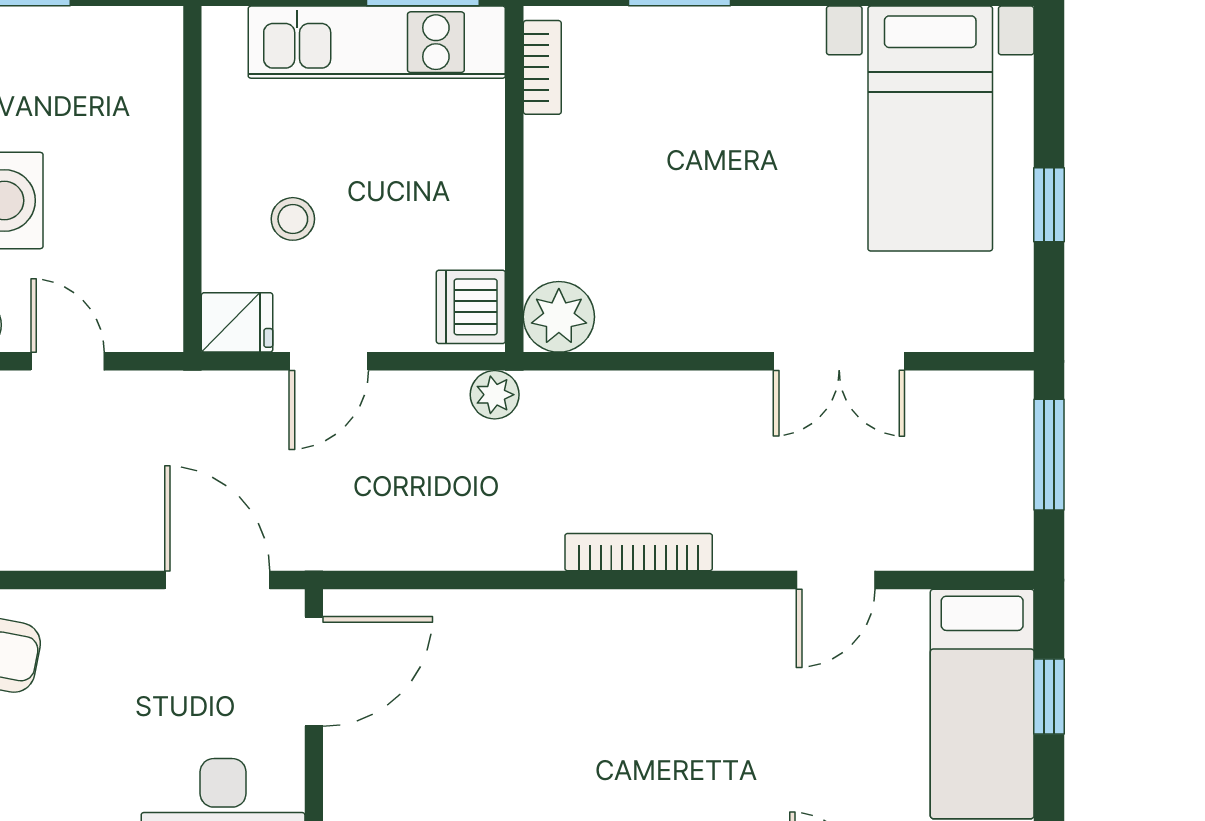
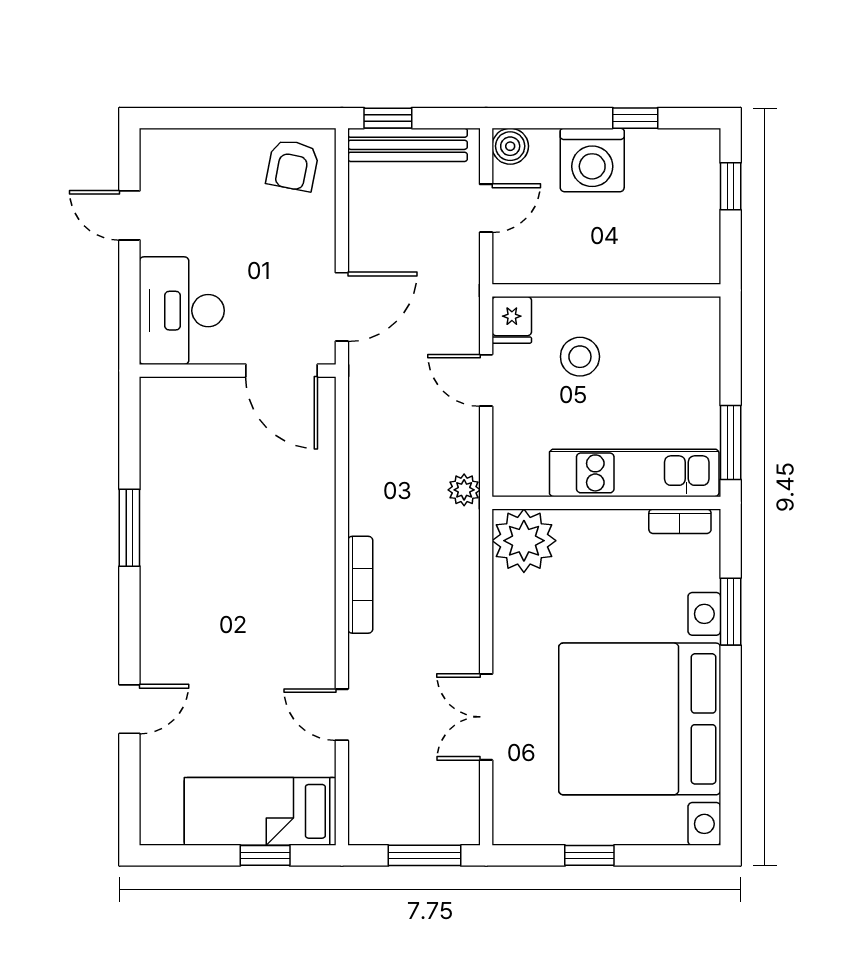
kitchen unit: (377, 42) -> (634, 473), moved, turned 90
bed with nightstands: (930, 129) -> (640, 719), width x1.85
stool: (293, 219) -> (580, 357), width x1.37, depth x1.37
dishwasher: (471, 307) -> (522, 474), removed
plant: (559, 317) -> (524, 541), width x1.36, depth x1.36

